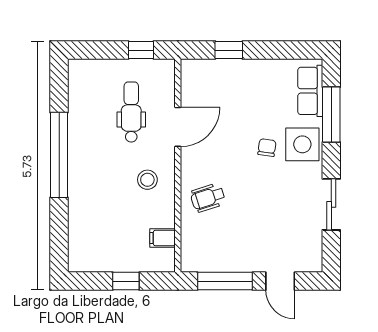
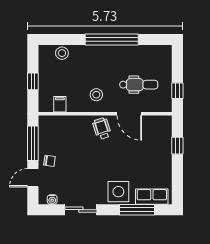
chair: (267, 148) -> (49, 161), moved
wheelchair: (208, 198) -> (102, 129), moved
stool: (81, 235) -> (62, 53), added
water cooler: (315, 250) -> (52, 200), added

